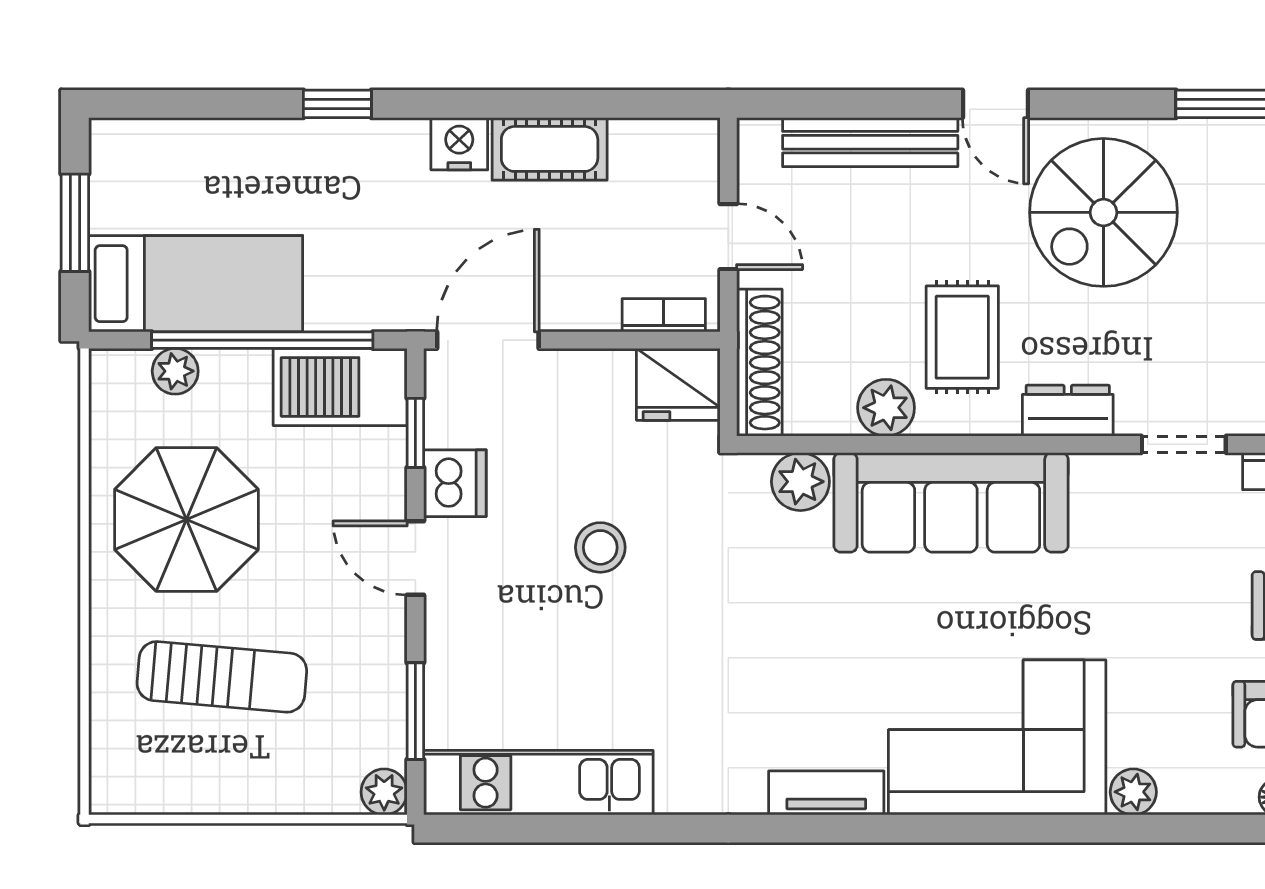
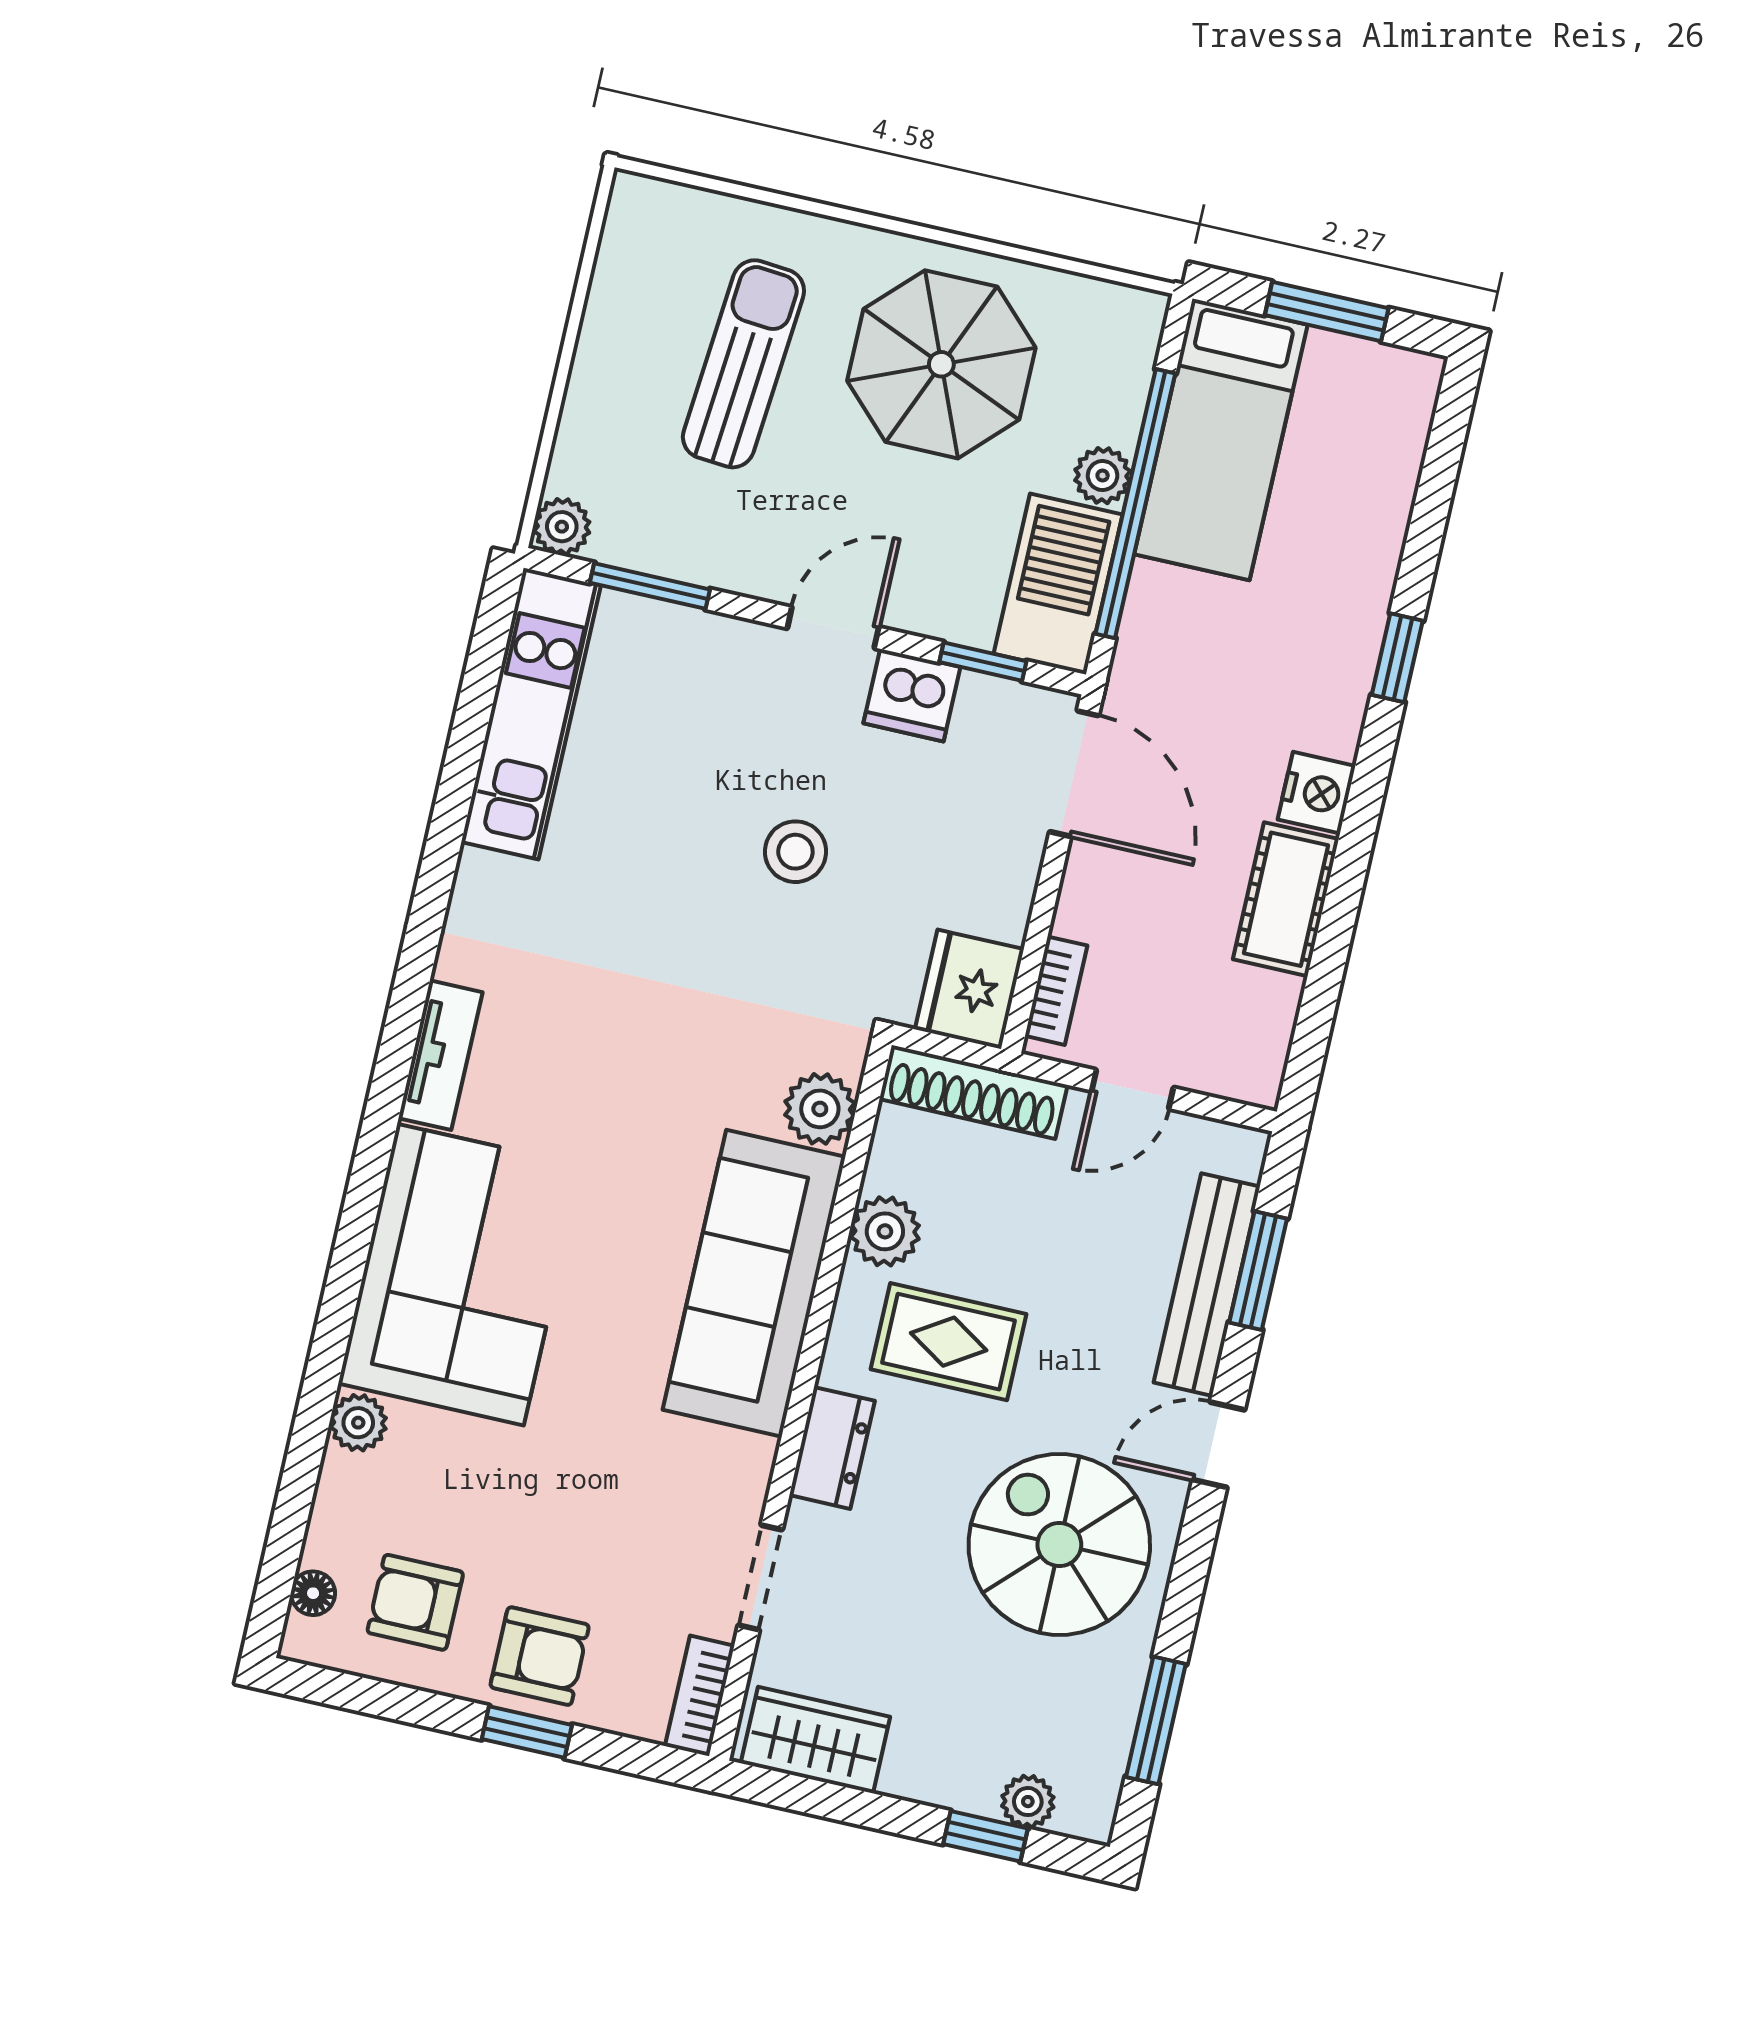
window: (850, 104) -> (1258, 1271), added
plant: (175, 371) -> (1103, 476), moved
sun lounger: (222, 677) -> (743, 364), turned 180

